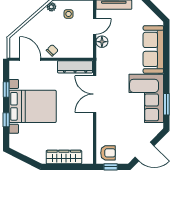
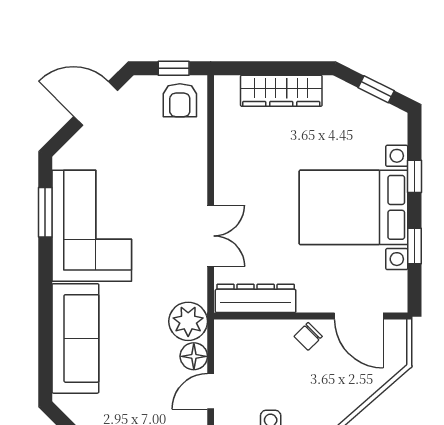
plant: (104, 57) -> (188, 321), added
double door: (95, 94) -> (211, 236), width x0.73
armchair: (108, 153) -> (180, 100), turned -90
window: (23, 158) -> (376, 89), added

